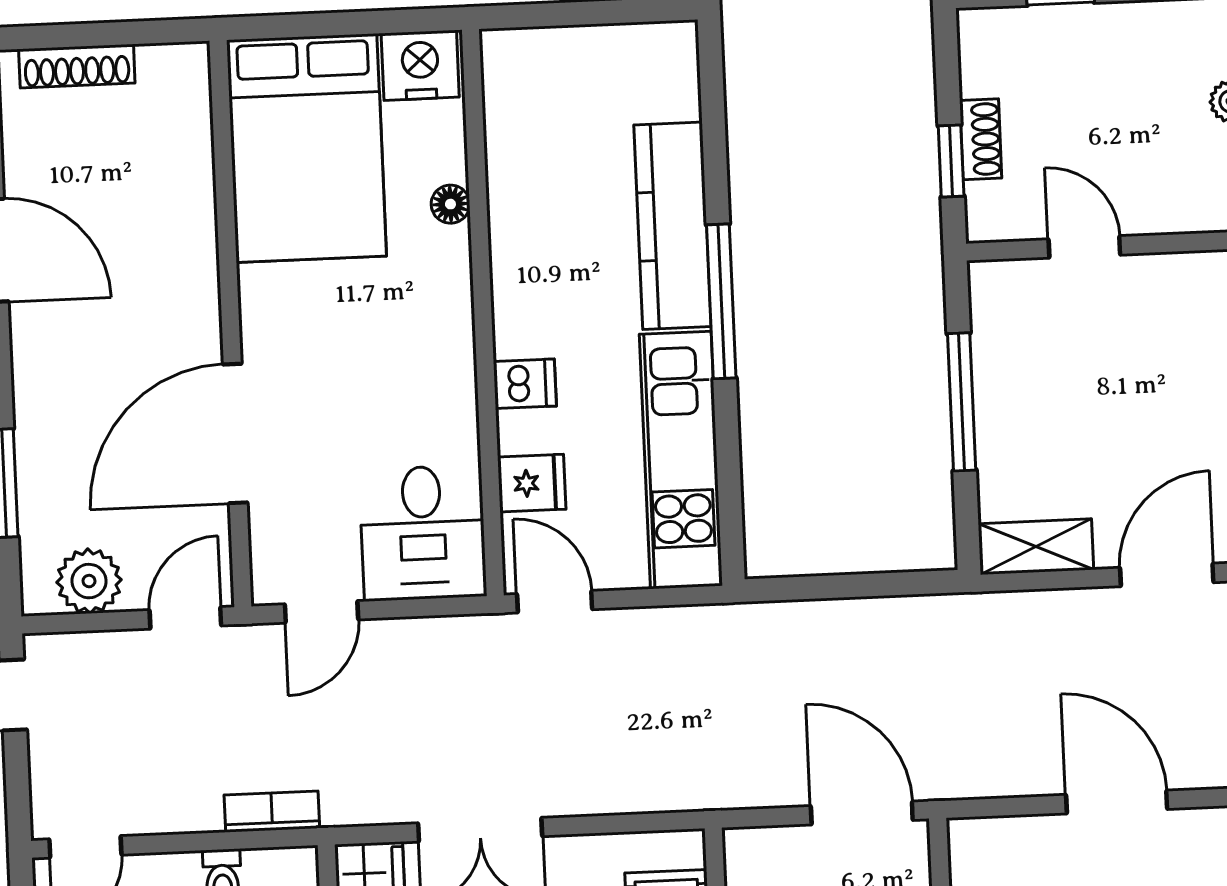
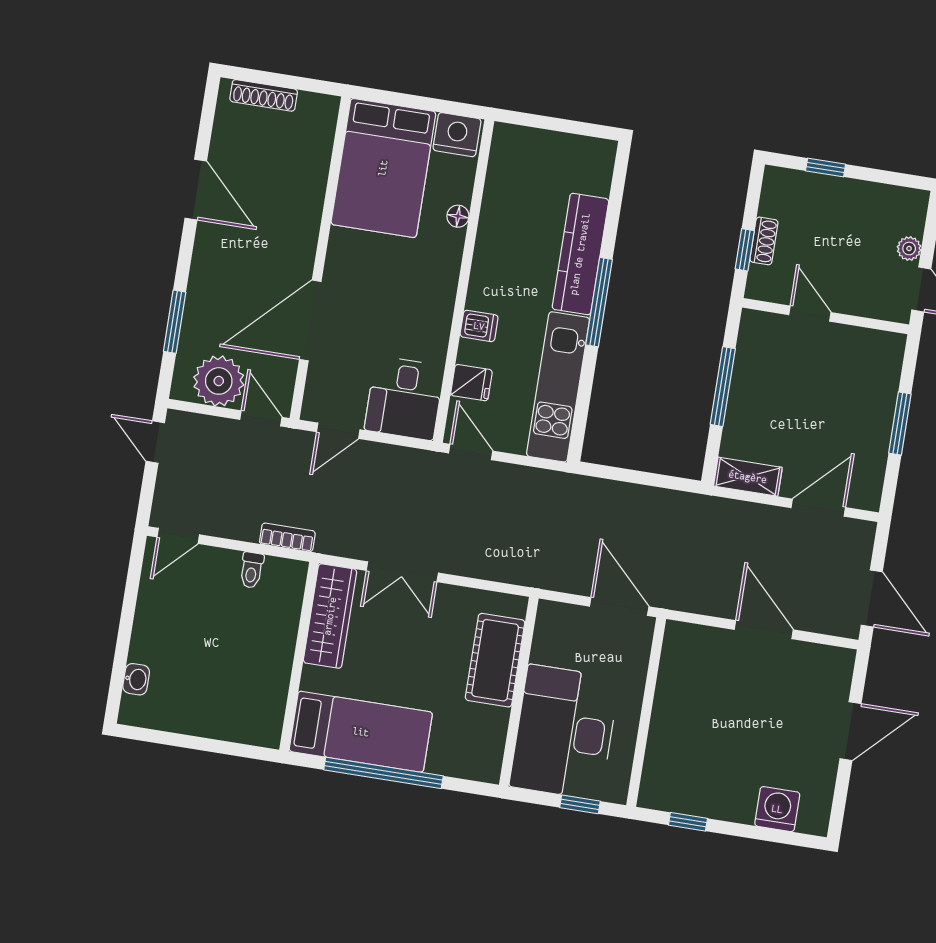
plant: (89, 581) -> (219, 381), width x1.36, depth x1.36
door: (185, 618) -> (261, 418), hinge flipped

